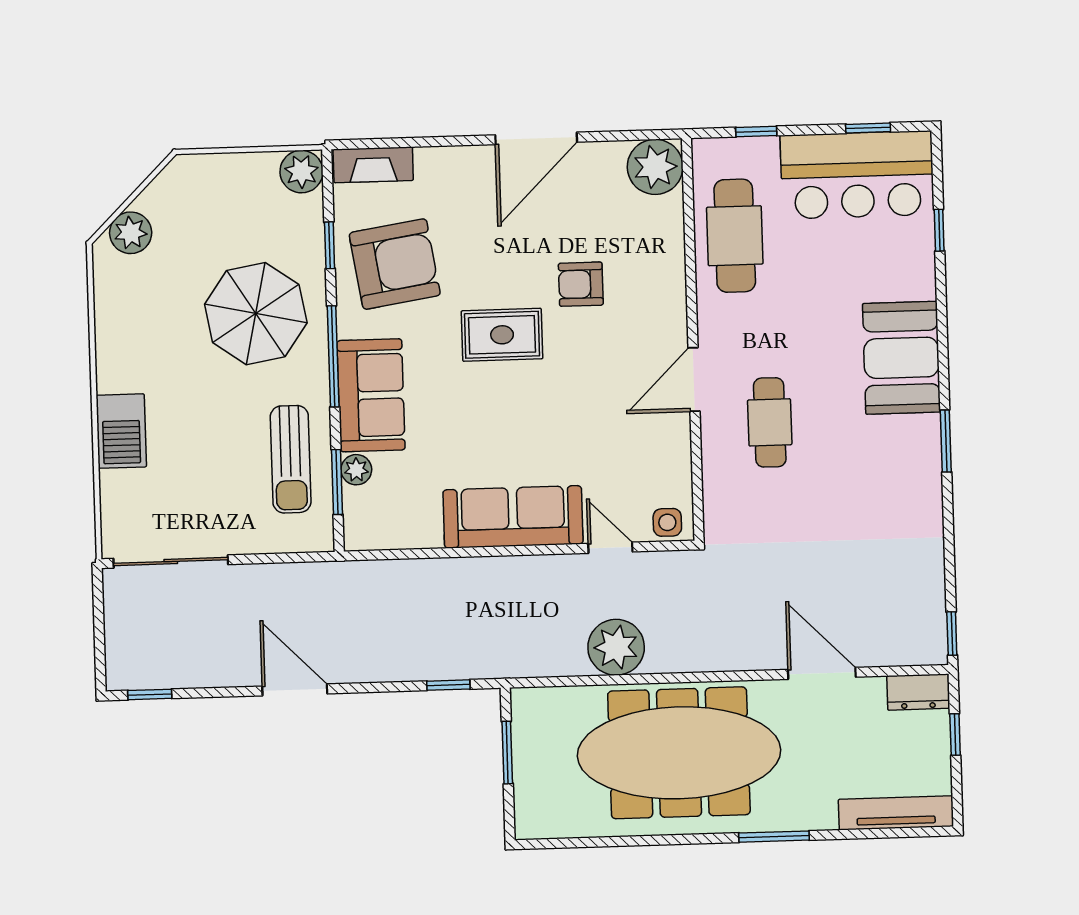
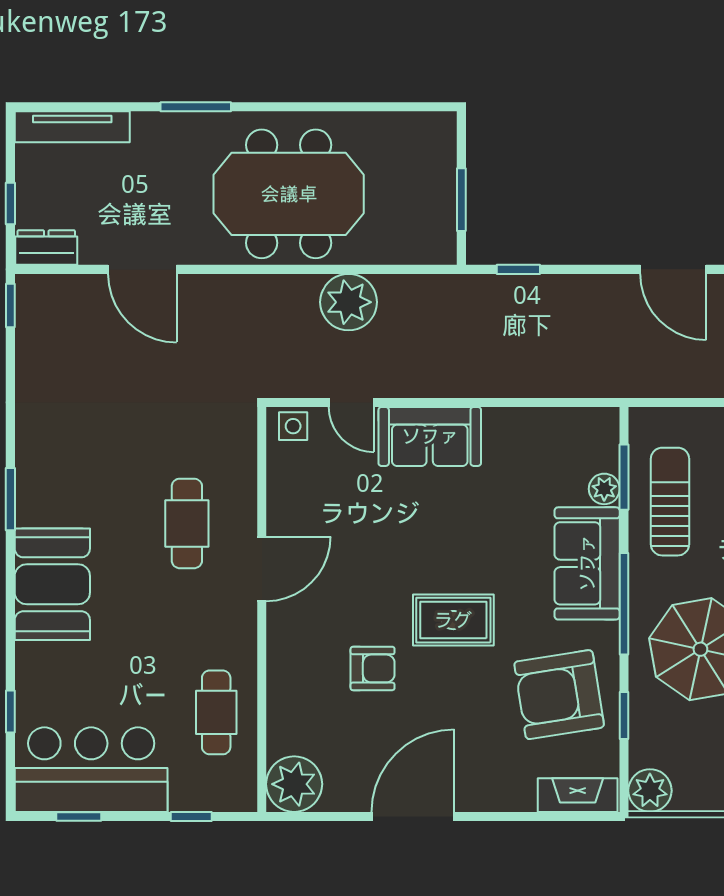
cafe table: (735, 236) -> (216, 712), width x0.73, depth x0.74
sofa: (513, 517) -> (430, 436), width x0.73
meeting table: (679, 753) -> (289, 194), width x0.73

